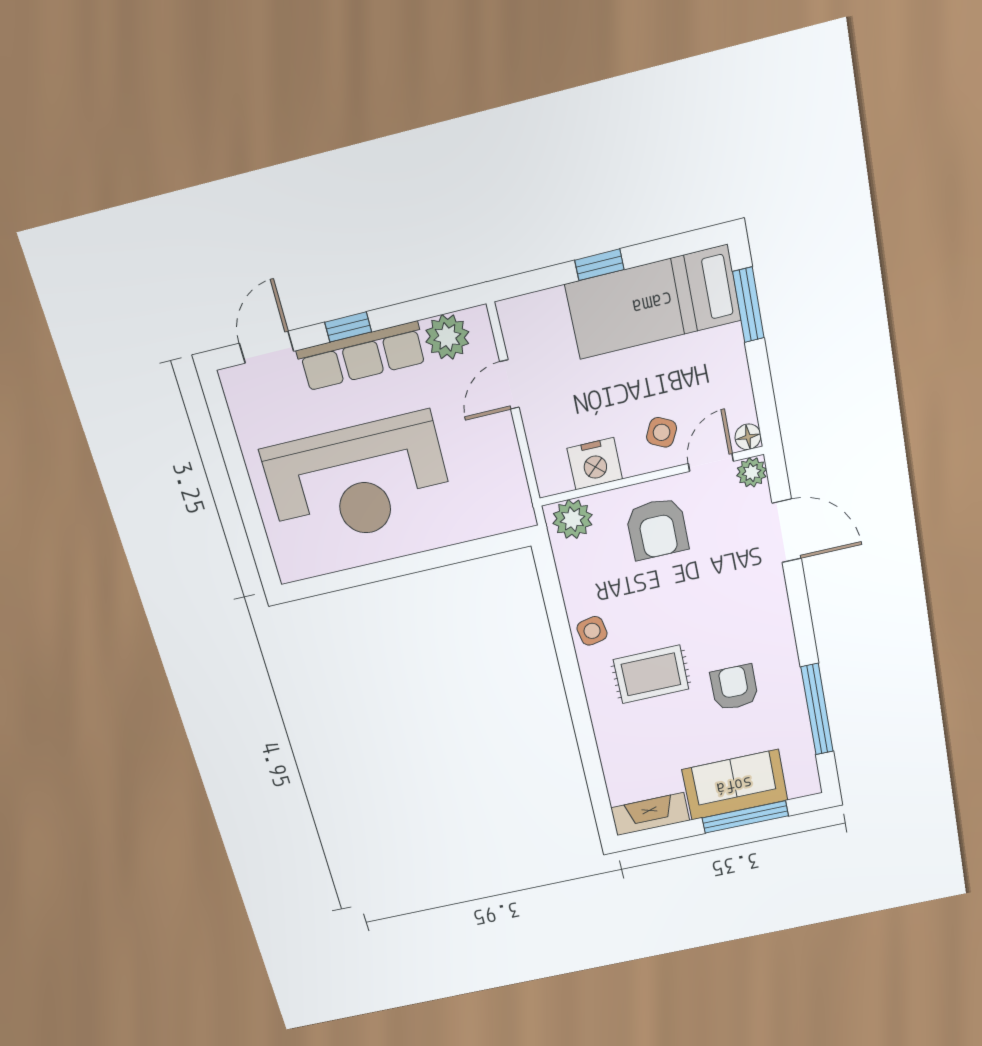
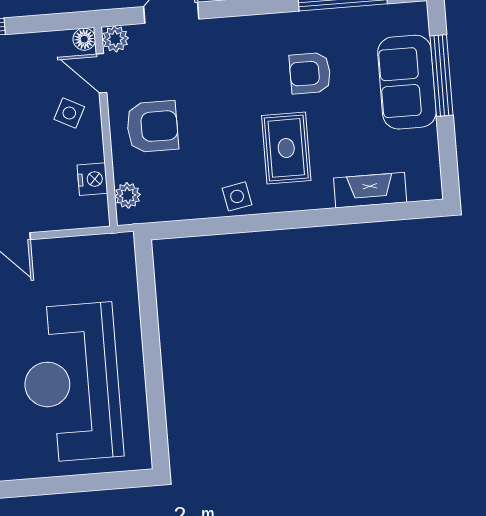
nightstand: (595, 464) -> (92, 179), width x0.74, depth x0.75
reception desk: (358, 481) -> (71, 383), turned 180
plant: (573, 519) -> (128, 195), width x0.73, depth x0.73
fireplace: (650, 814) -> (370, 190), moved, turned 90

